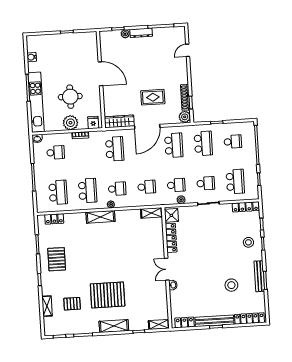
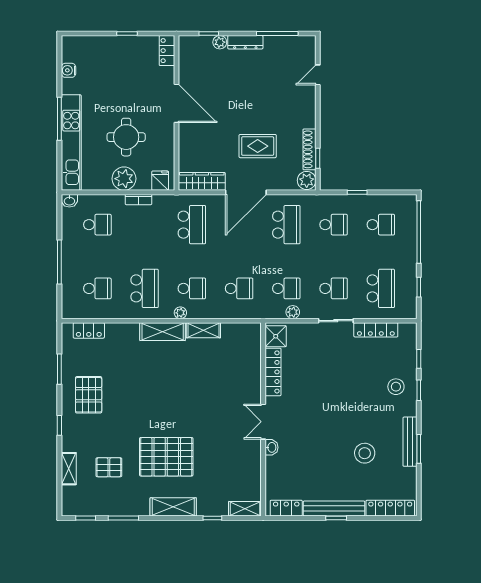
locker: (92, 41) -> (167, 51), added
school desk: (203, 143) -> (334, 225), width x0.54
school desk: (58, 192) -> (97, 288), width x0.54
locker: (246, 207) -> (376, 330), moved
shelving: (151, 213) -> (203, 330), moved

